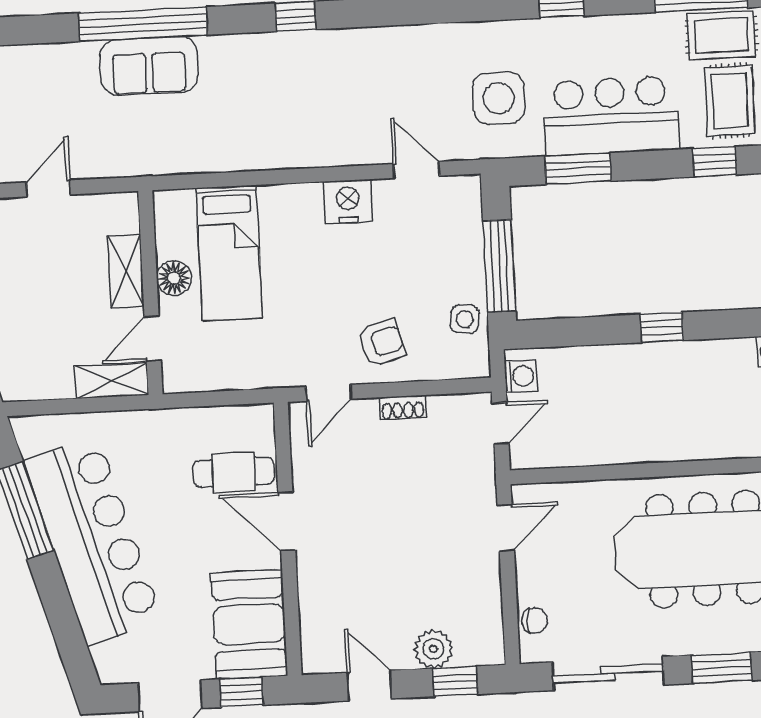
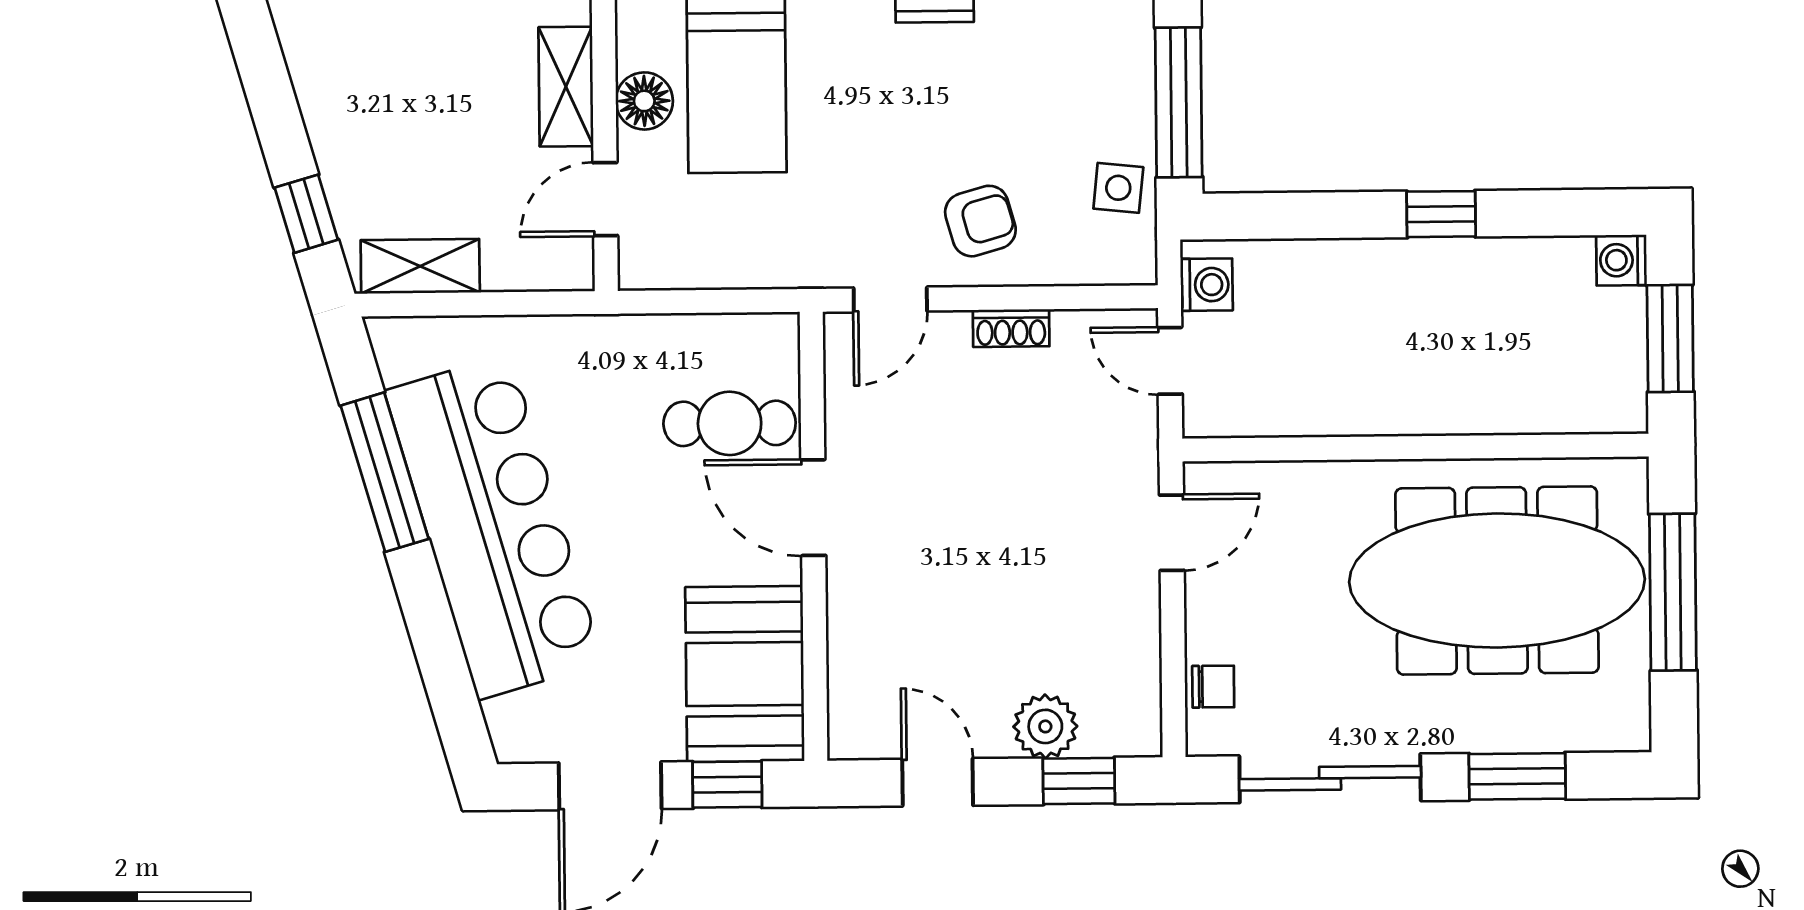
shelving: (112, 381) -> (420, 266), moved
door: (500, 423) -> (1170, 361), swing flipped

